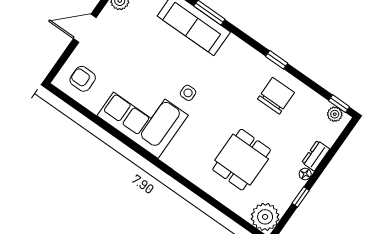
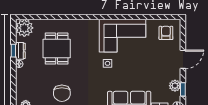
armchair: (83, 79) -> (166, 33), turned -90
dresser: (316, 156) -> (20, 51), moved

